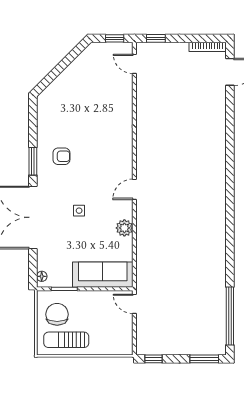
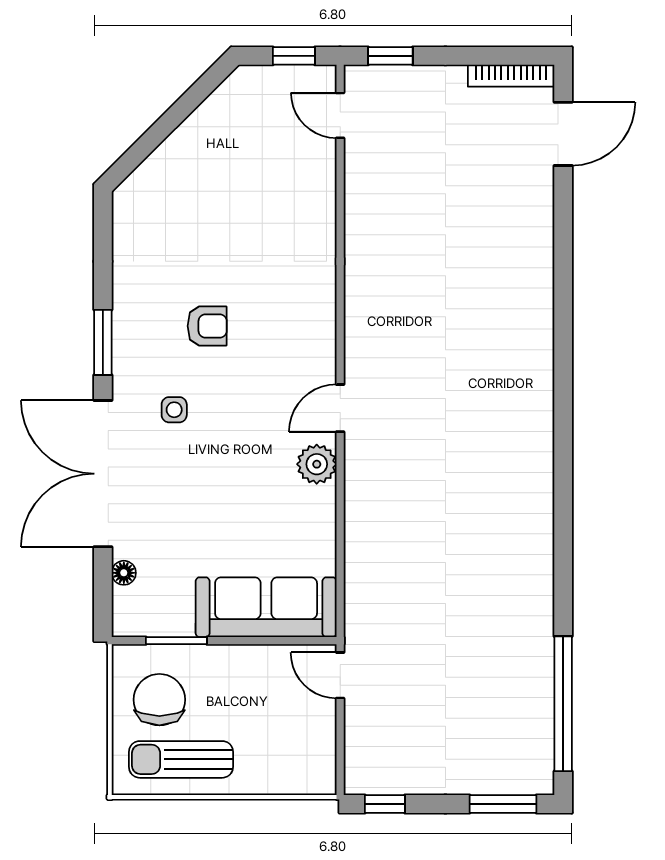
armchair: (61, 156) -> (207, 326), moved
side table: (79, 211) -> (174, 410), moved
plant: (124, 228) -> (317, 464), moved
floor lamp: (42, 276) -> (124, 573), moved

